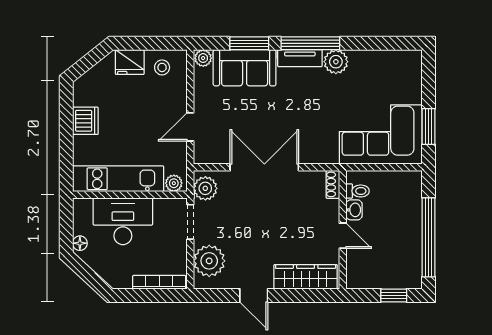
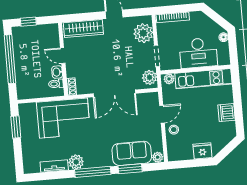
tv unit: (300, 58) -> (54, 166), moved
stool: (162, 67) -> (174, 130), moved
corner sofa: (381, 134) -> (63, 118), moved

